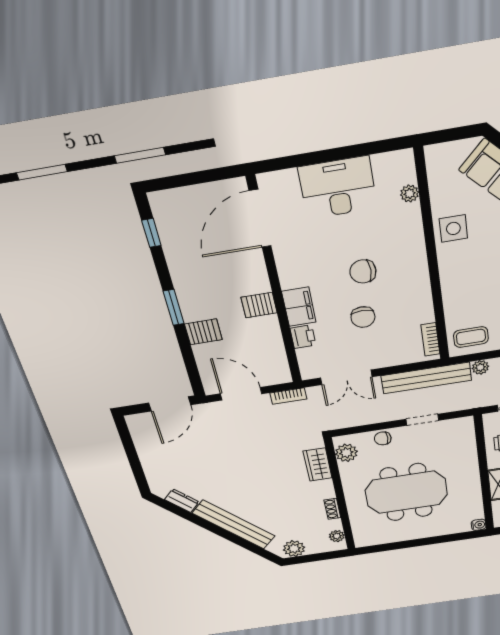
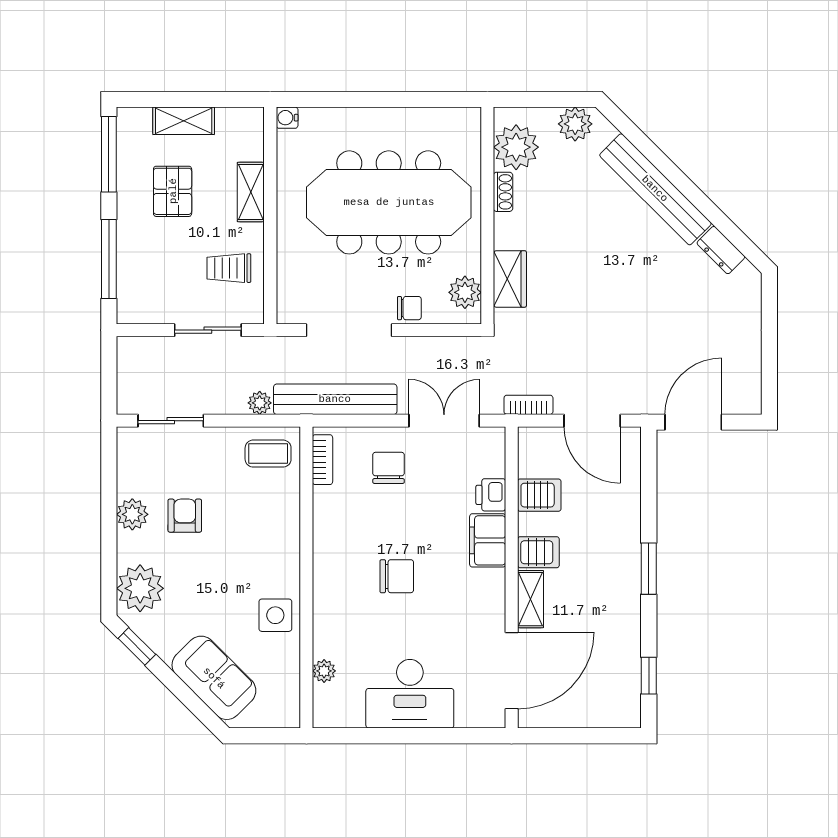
shelving: (257, 272) -> (531, 599), added
chair: (363, 317) -> (389, 468), moved
server rack: (203, 332) -> (539, 495), moved, turned 180
doorway: (422, 420) -> (349, 330), width x1.87
meeting table: (406, 492) -> (389, 202), width x1.36
plant: (337, 536) -> (516, 147), width x1.87, depth x1.87

